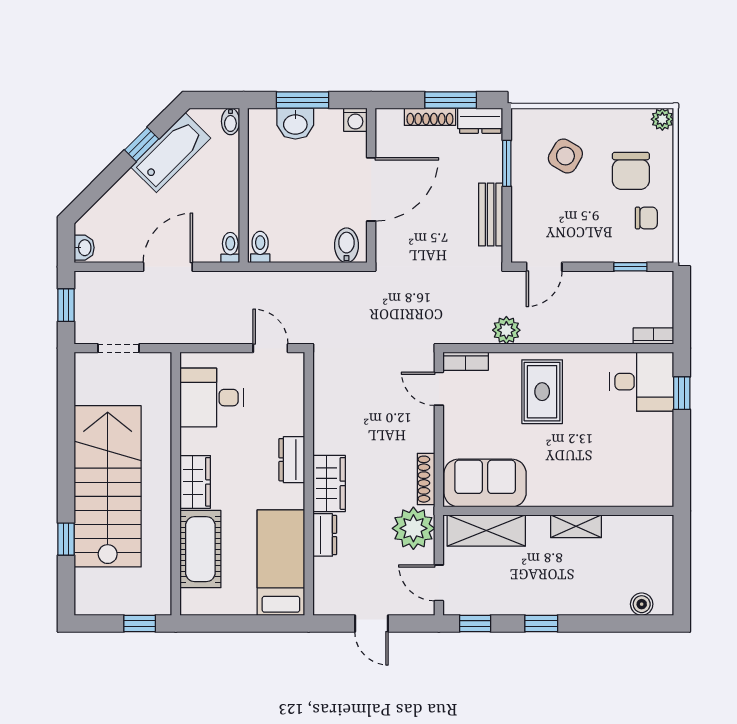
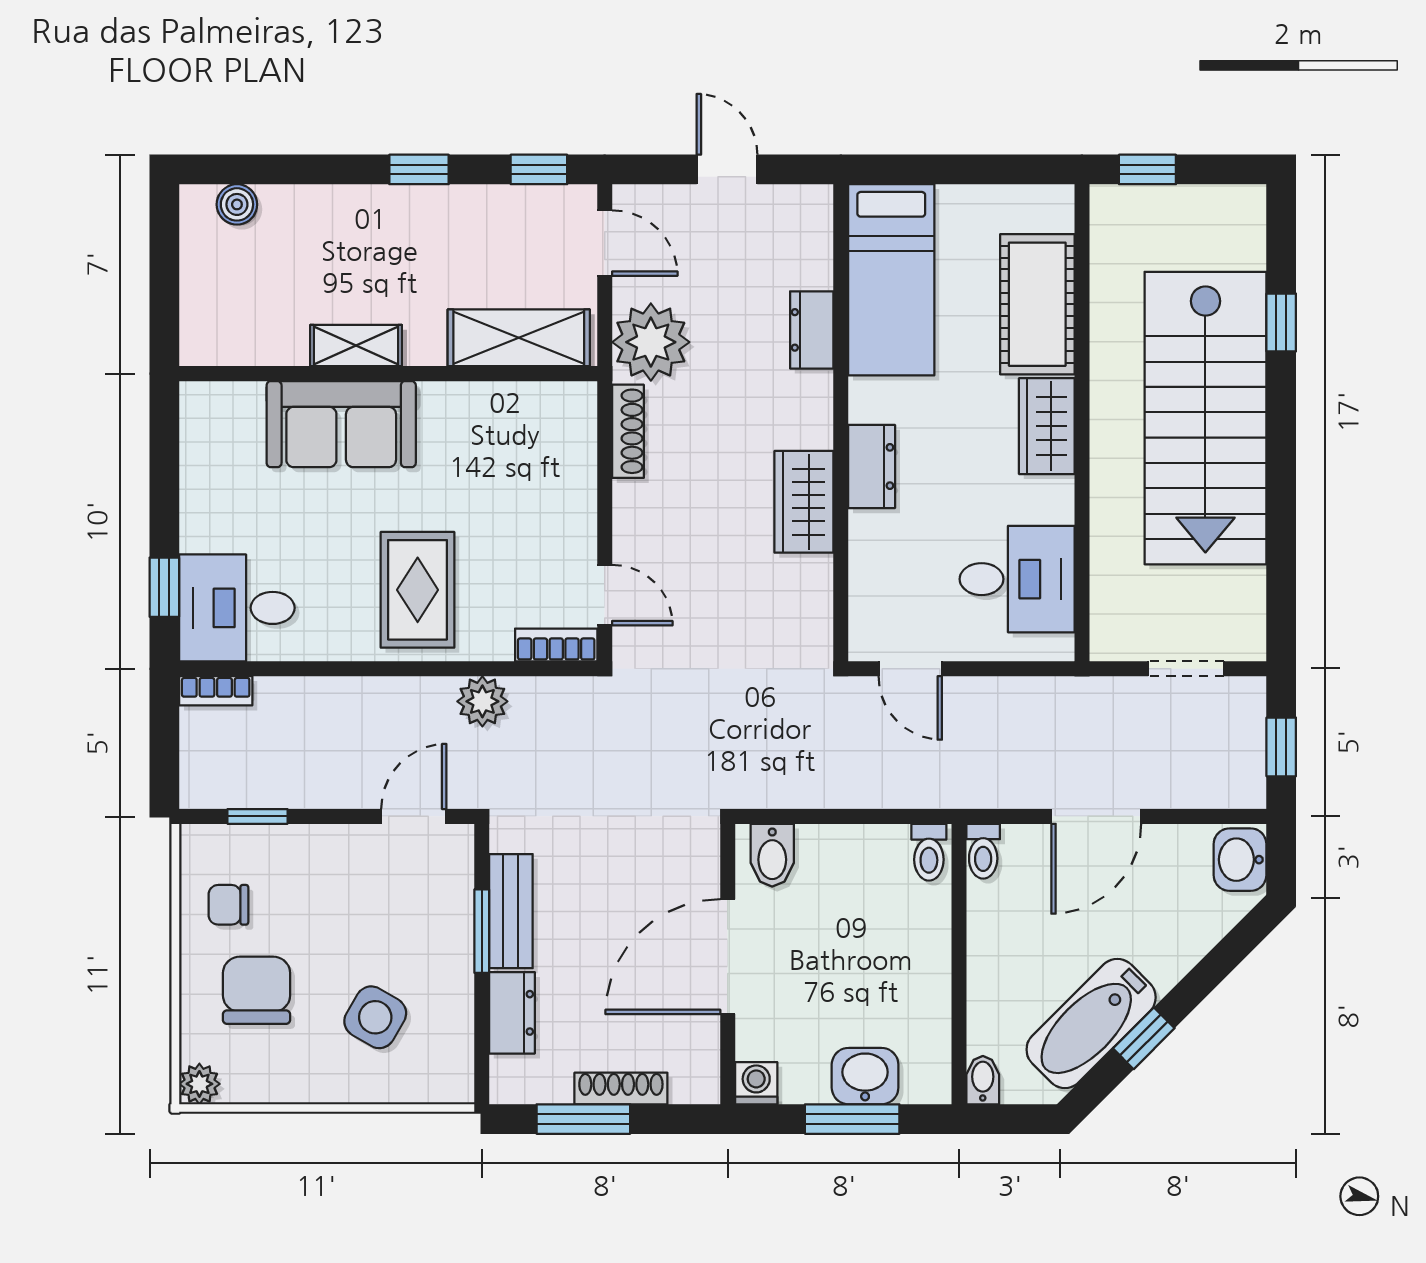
dresser: (480, 121) -> (512, 1013), moved, turned 90
window: (507, 163) -> (482, 931), moved
washbasin: (84, 248) -> (1240, 860), width x1.38, depth x1.45
wardrobe: (329, 483) -> (804, 502), moved
sofa: (485, 483) -> (341, 424), moved

